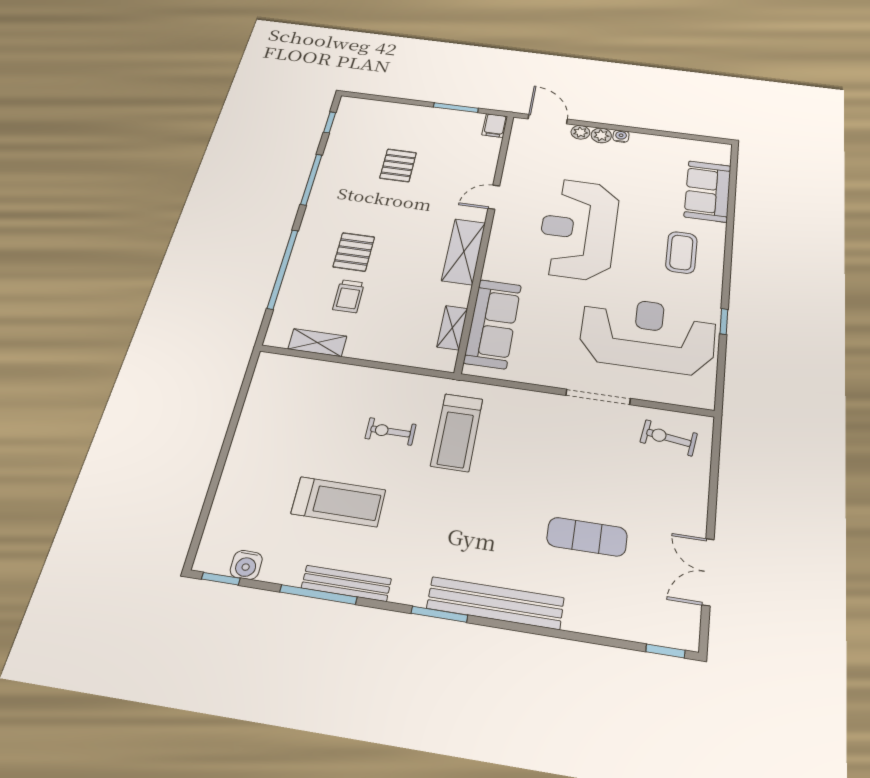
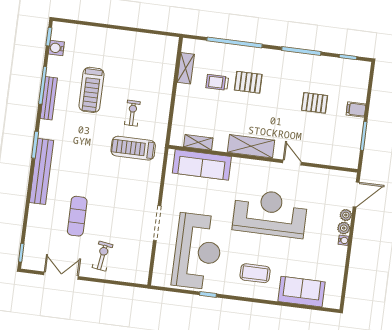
filing cabinet: (495, 126) -> (356, 110), moved
exercise bike: (669, 438) -> (102, 256), moved

